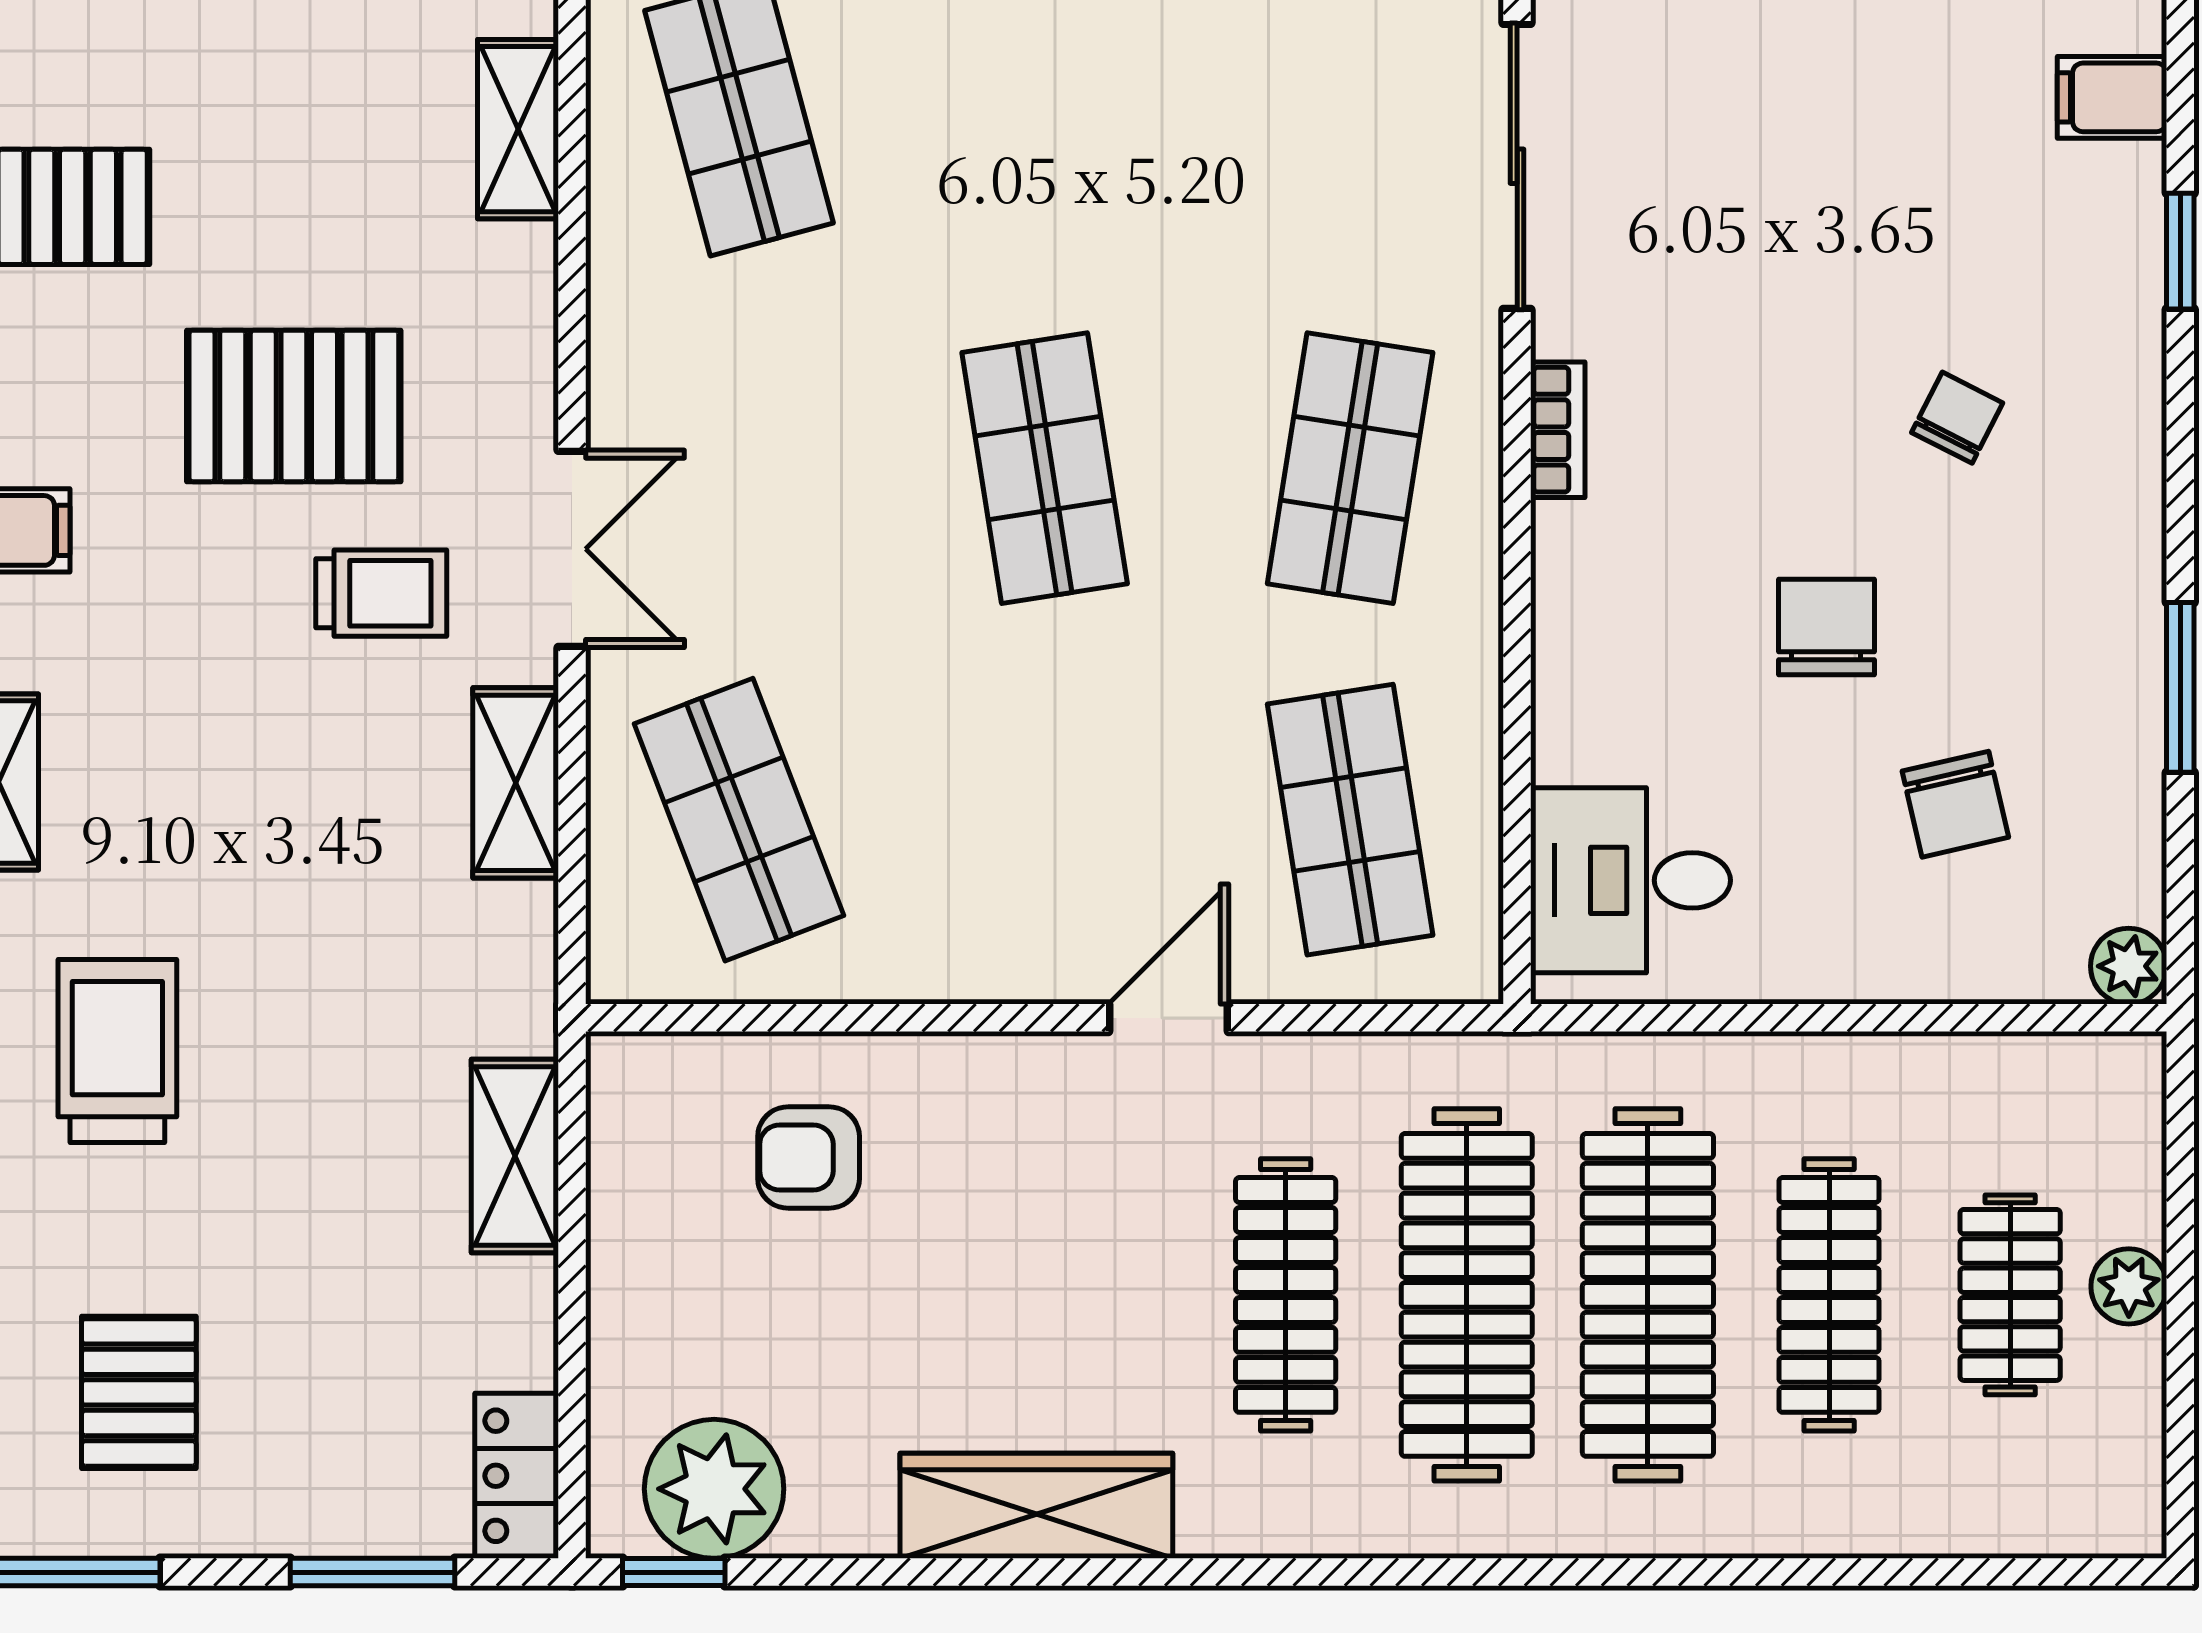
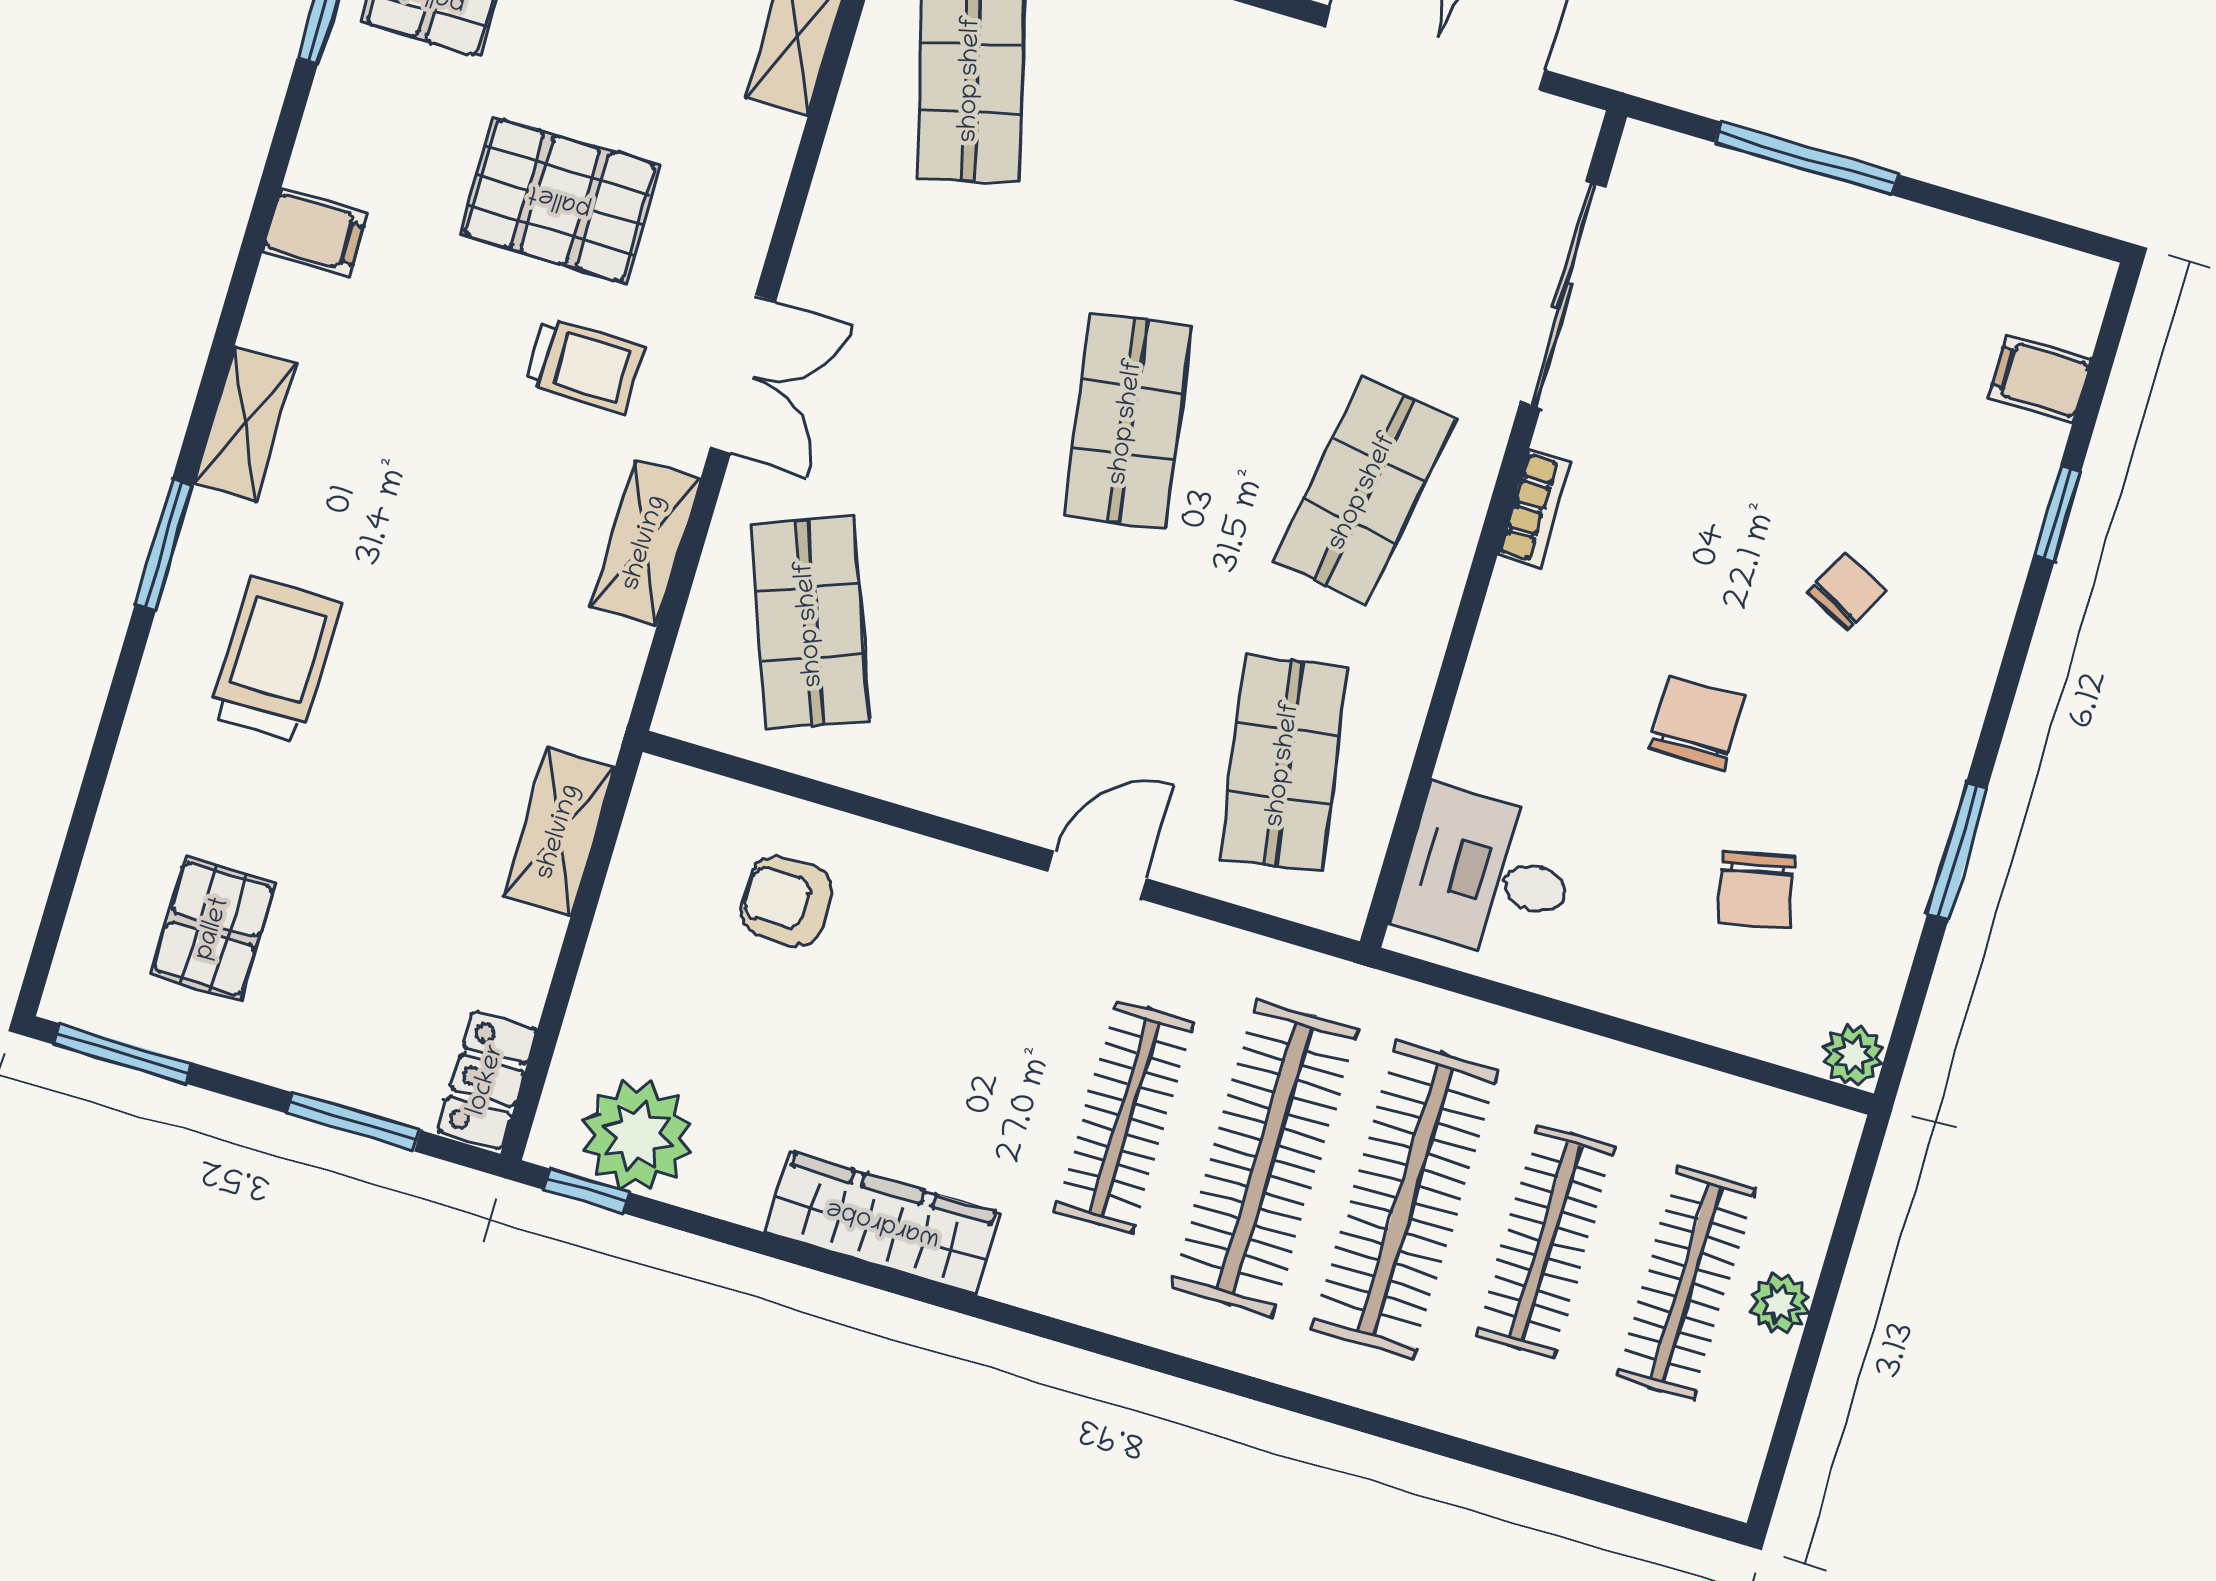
clothes rail: (2010, 1295) -> (1686, 1283), width x1.36

